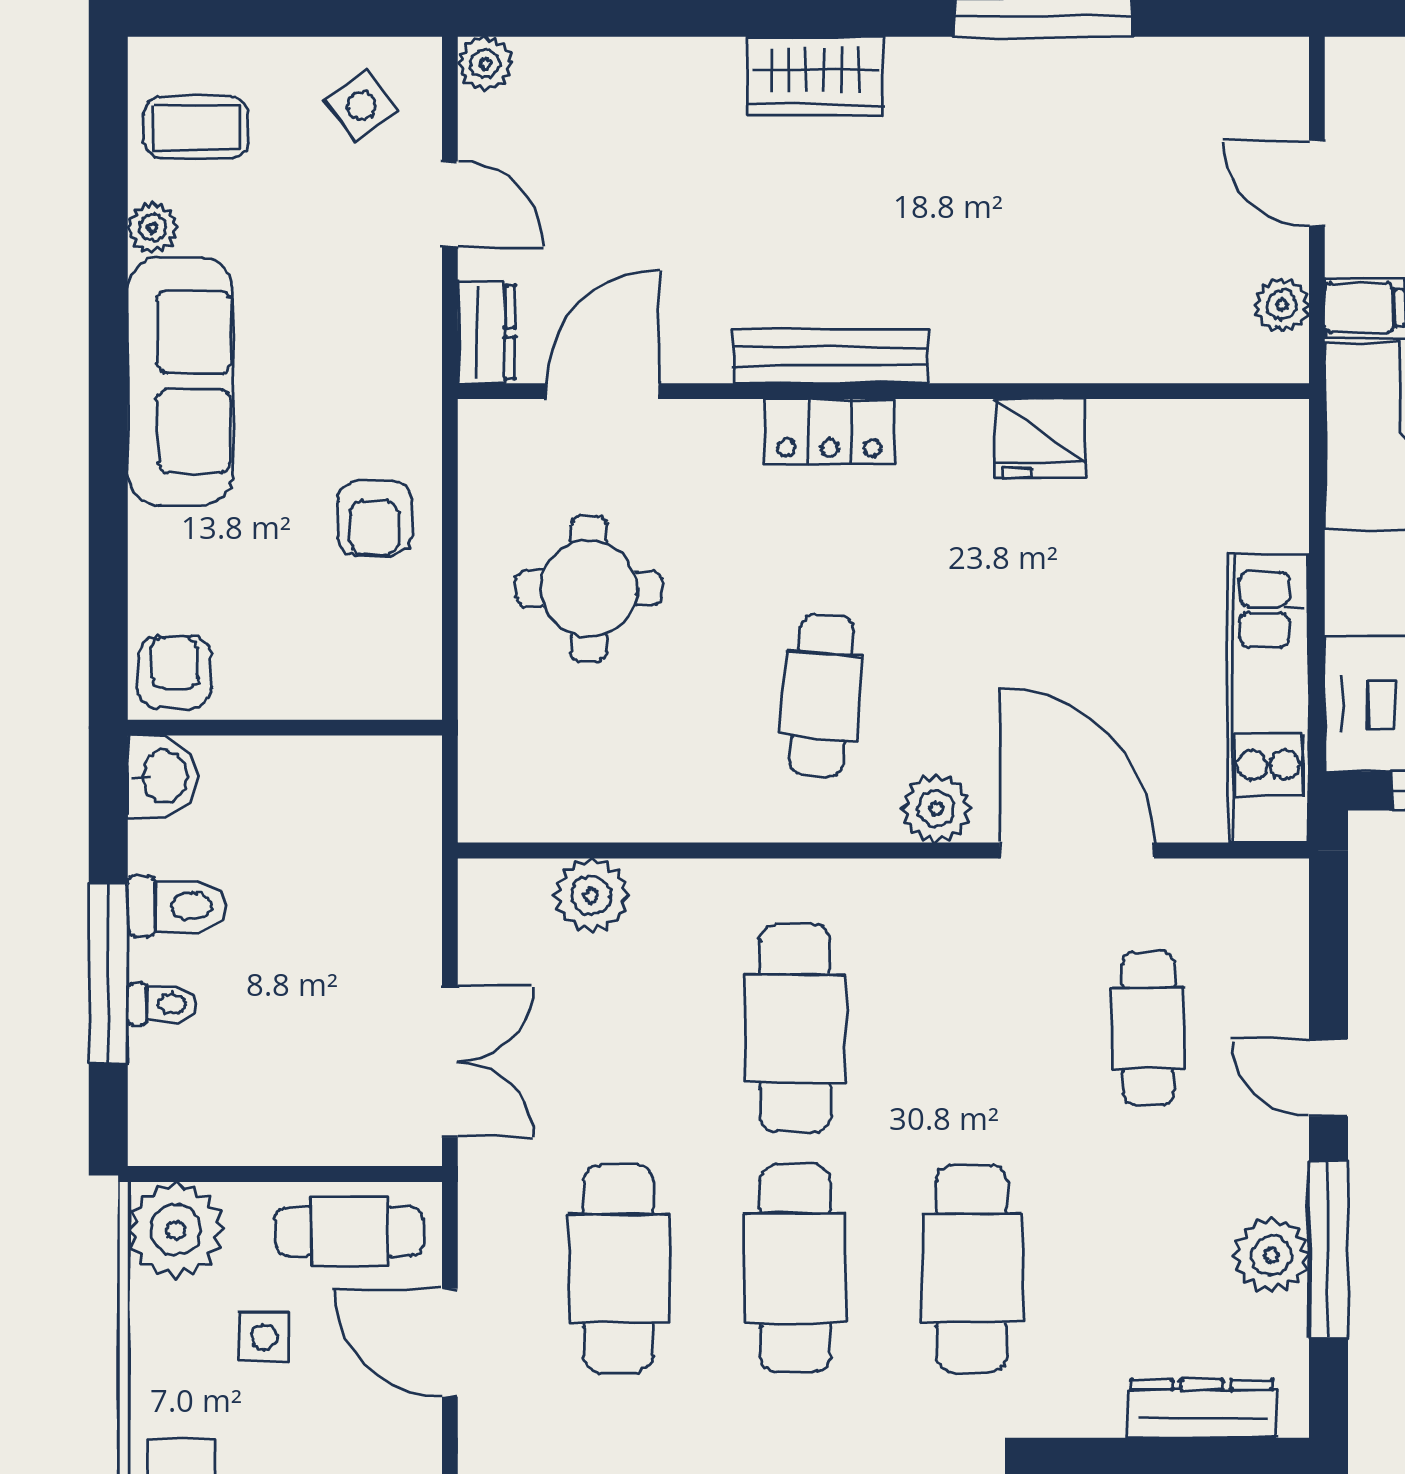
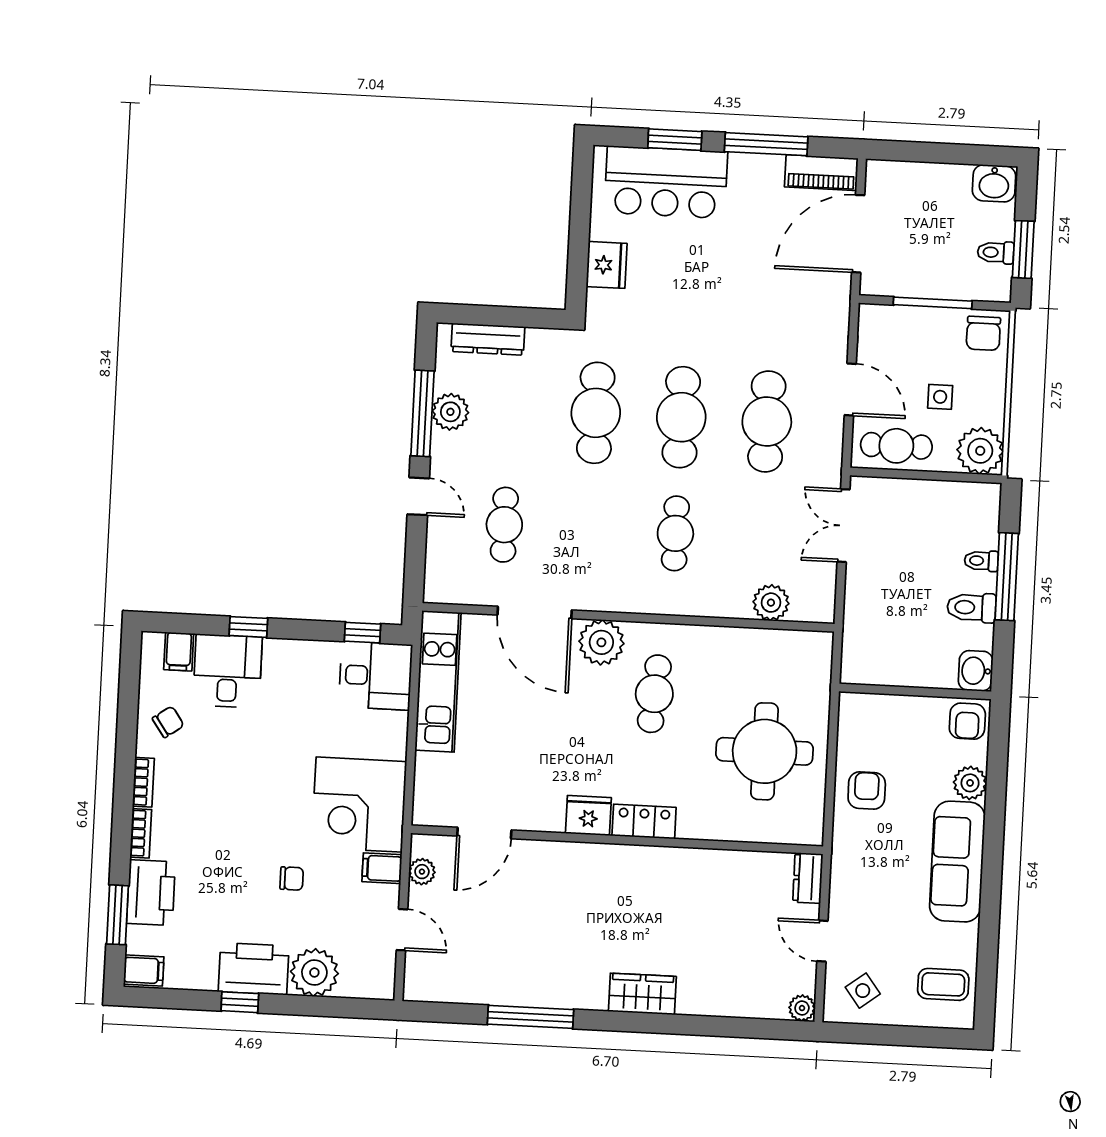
plant: (153, 228) -> (970, 783), moved, width x1.38, depth x1.38
bench: (830, 356) -> (642, 858), removed
door: (603, 391) -> (484, 833), moved
fridge: (1041, 438) -> (588, 816), moved
round table: (589, 589) -> (765, 751), width x1.36, depth x1.36
plant: (936, 808) -> (601, 642), width x1.36, depth x1.36
cafe table: (795, 1028) -> (675, 533), width x0.73, depth x0.74

